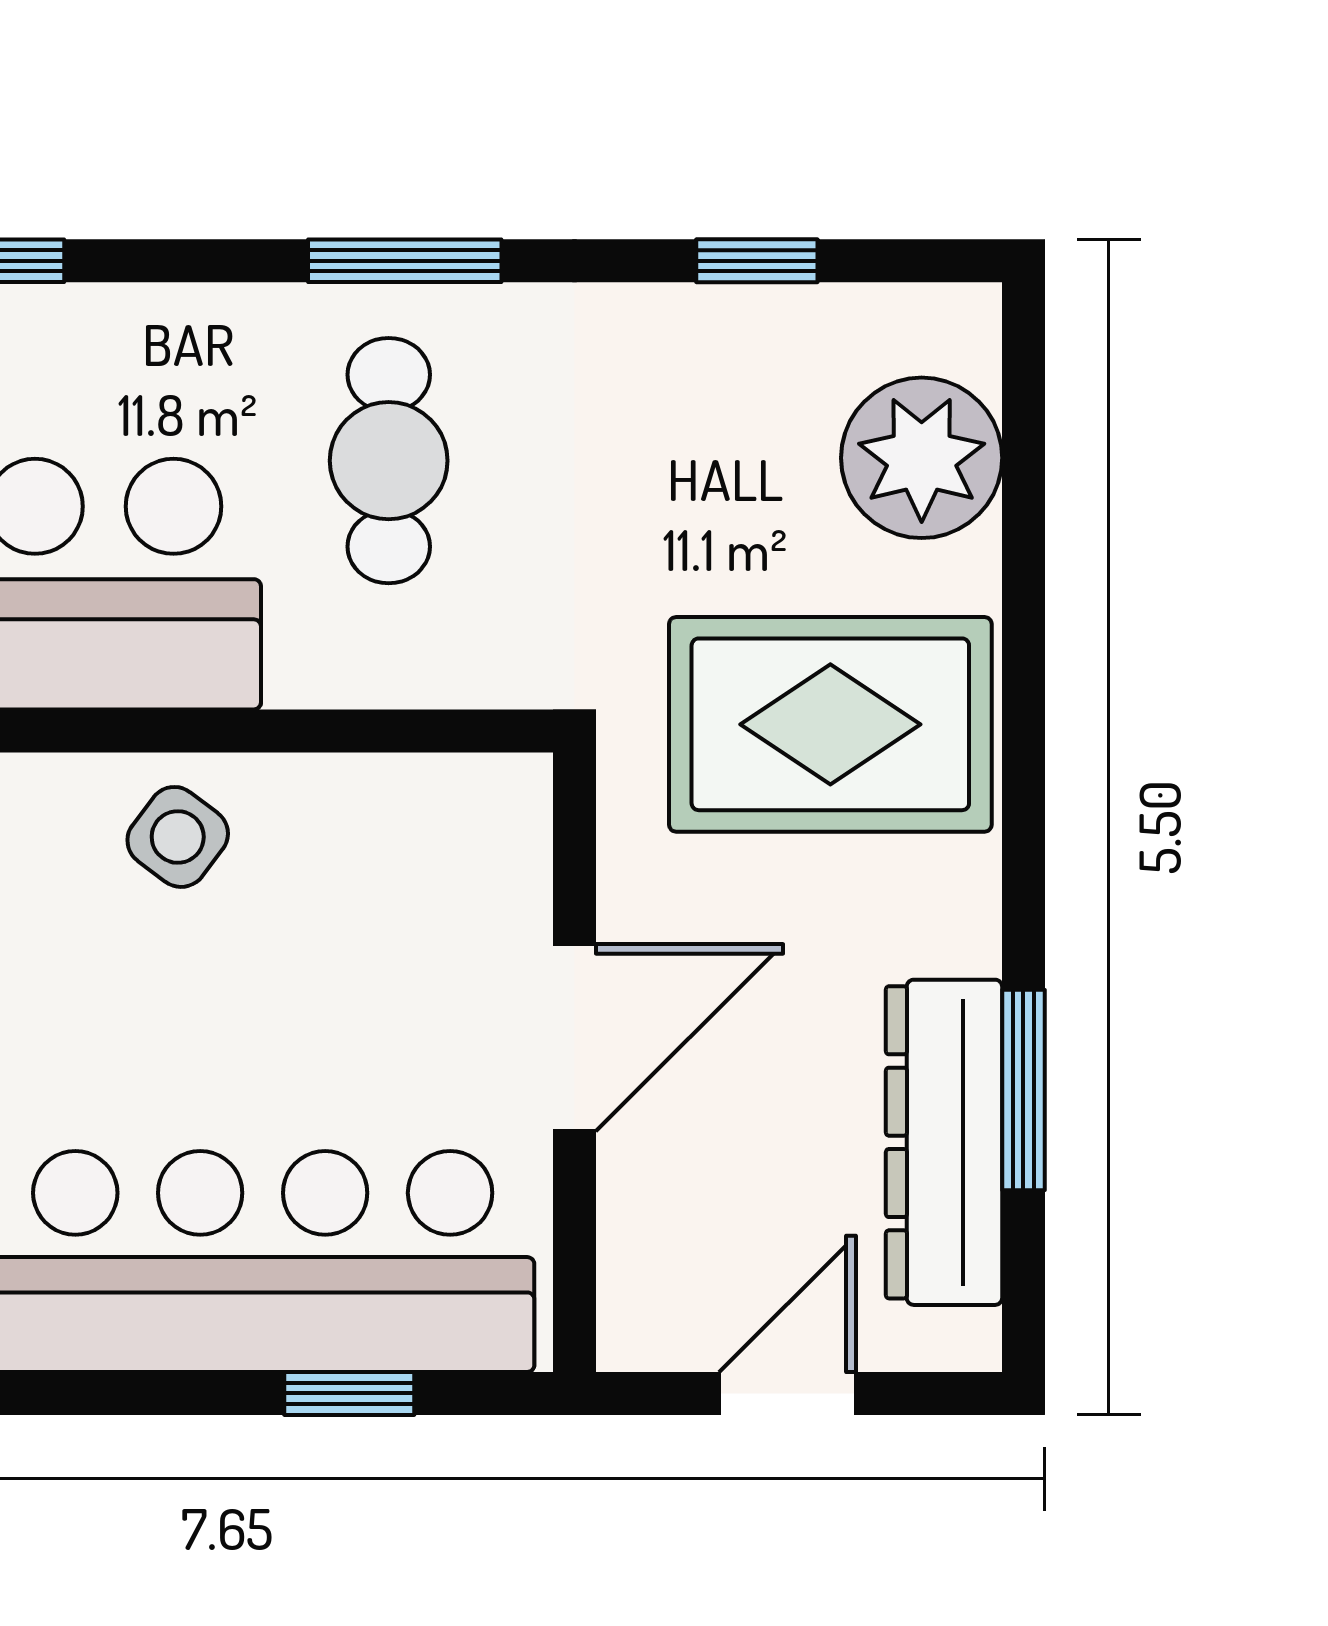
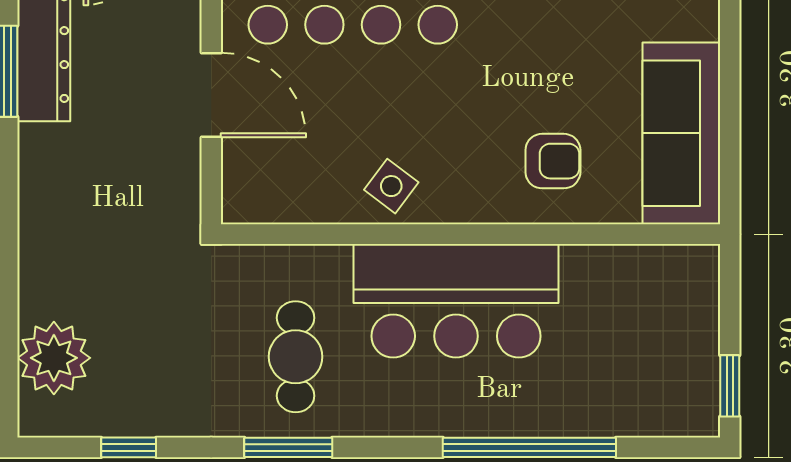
rug: (830, 724) -> (95, 237), removed
door: (575, 1038) -> (211, 95), swing flipped

